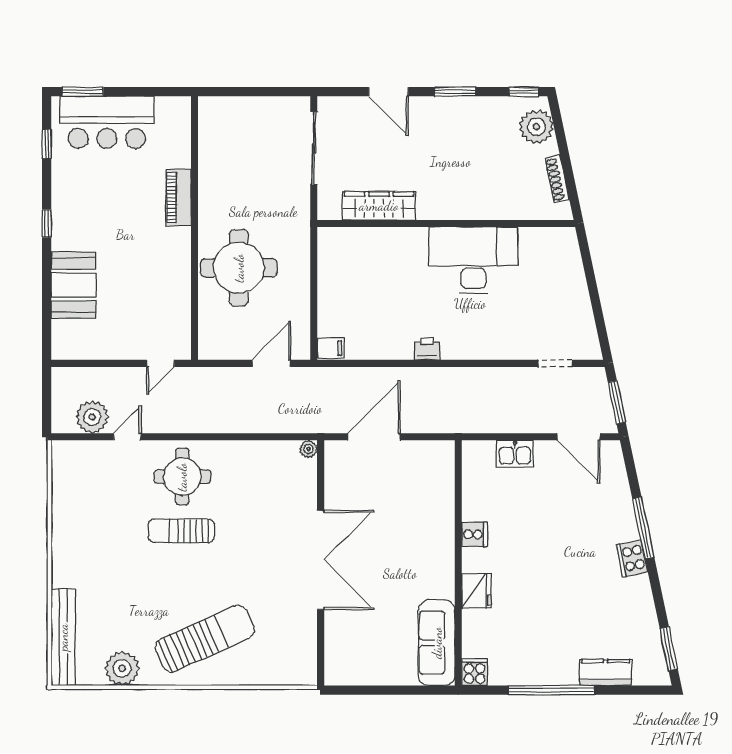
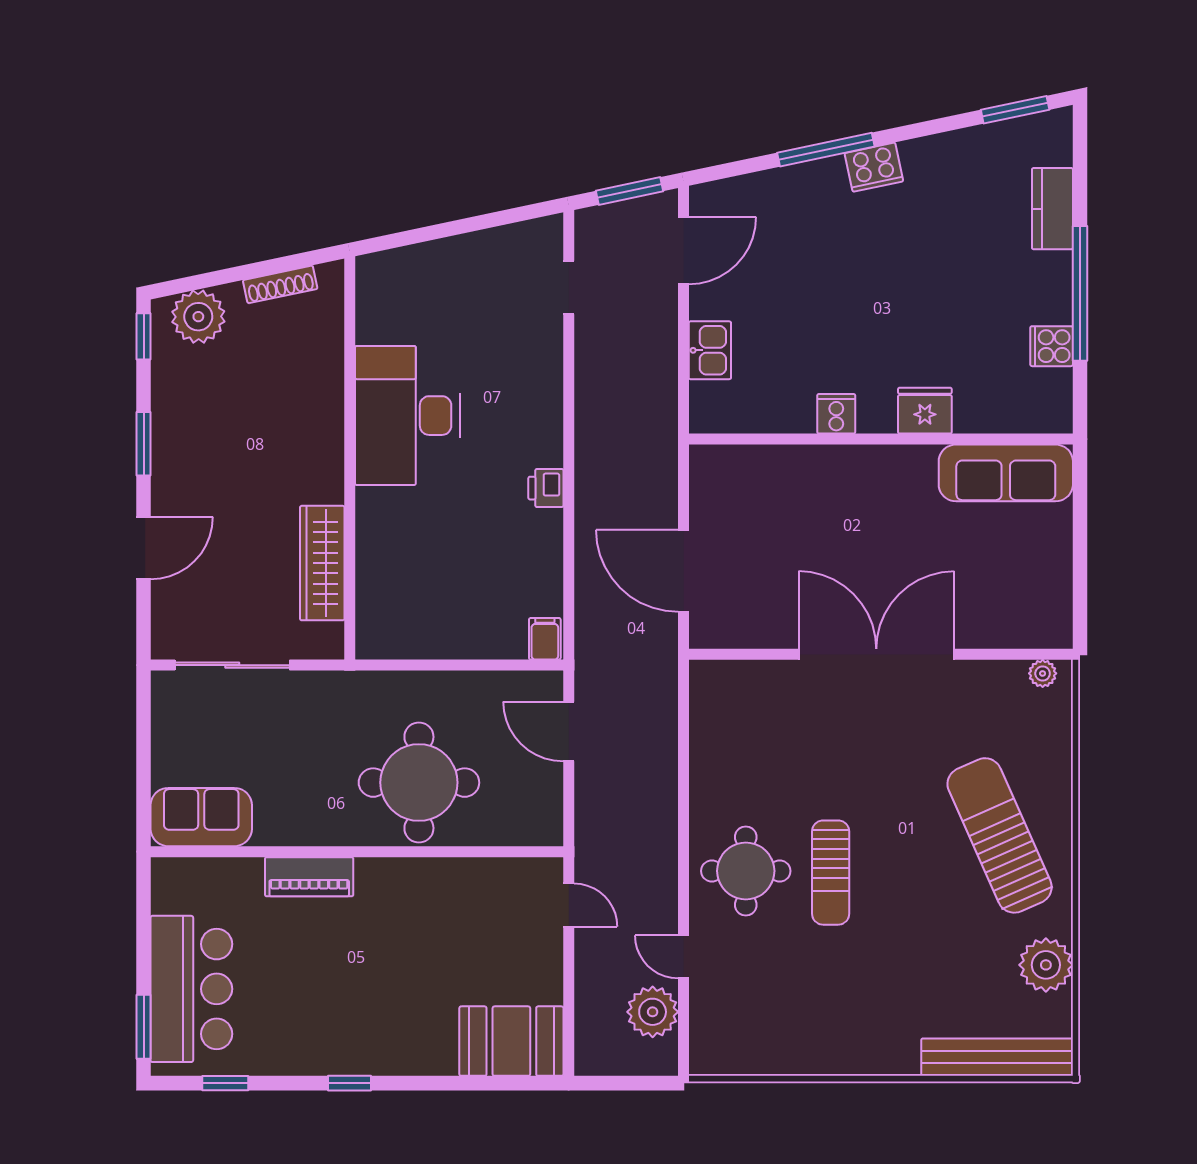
sofa: (217, 129) -> (201, 817), added
booth: (74, 285) -> (511, 1041), moved
plant: (308, 449) -> (1043, 673), moved
cooker: (475, 672) -> (1052, 346), moved

